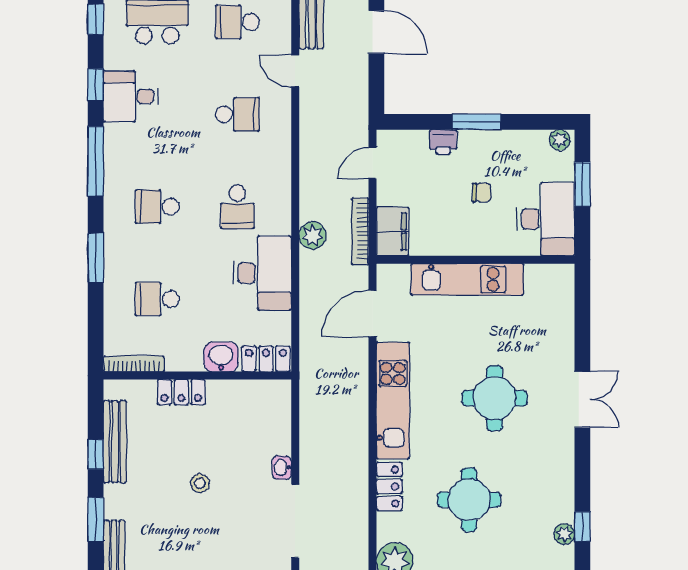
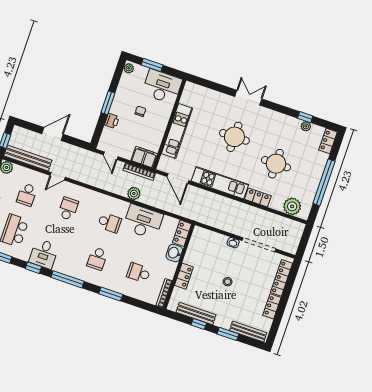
school desk: (157, 299) -> (139, 273), turned 90

